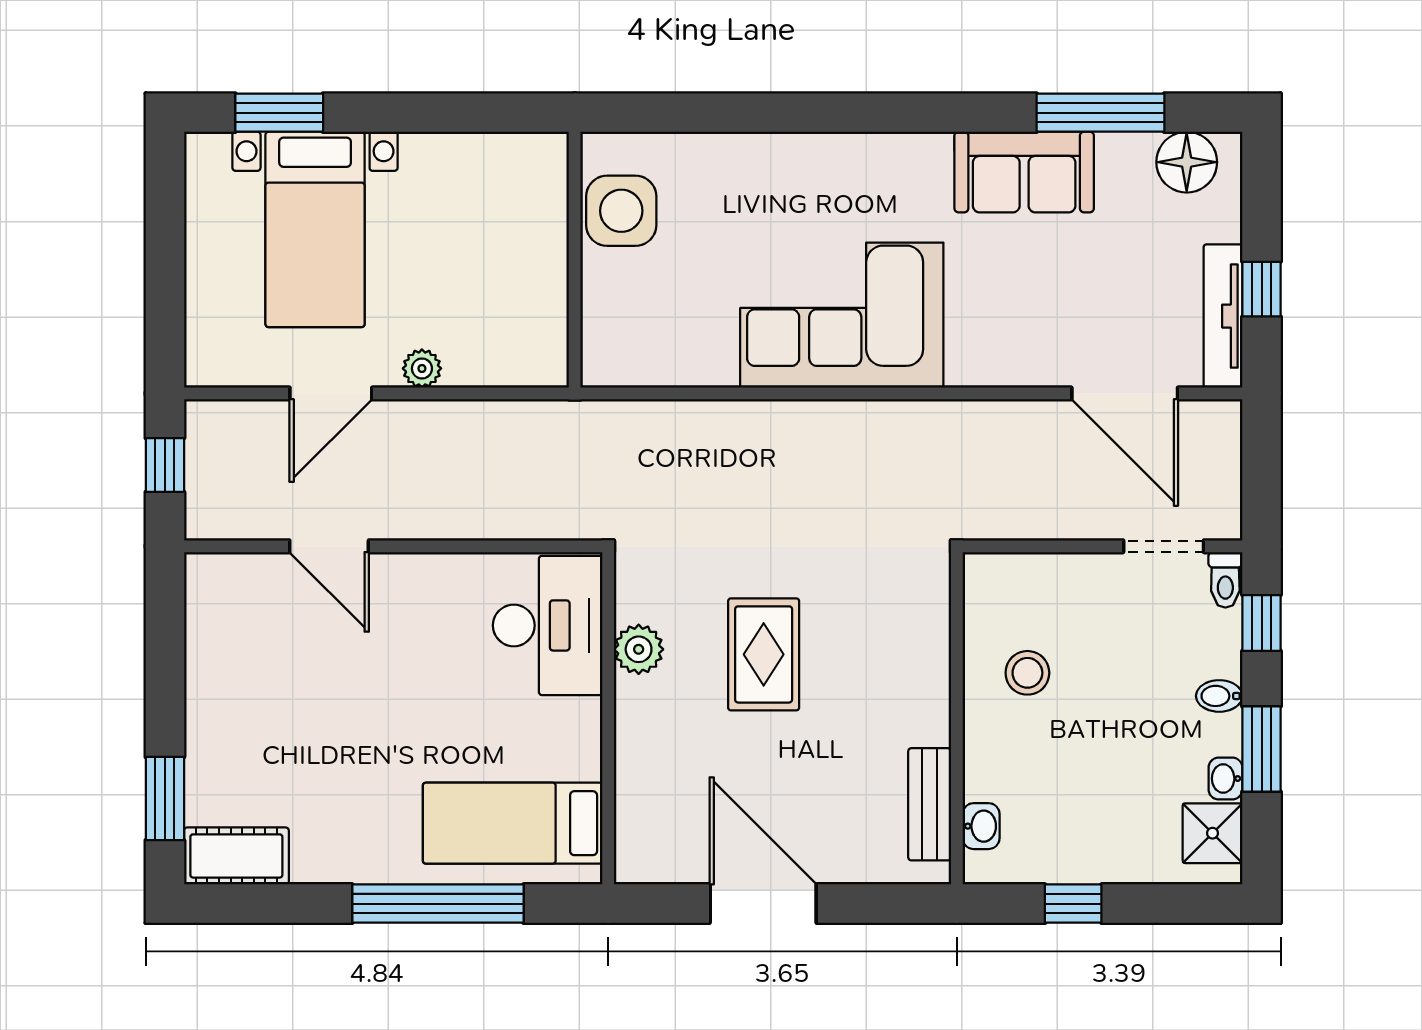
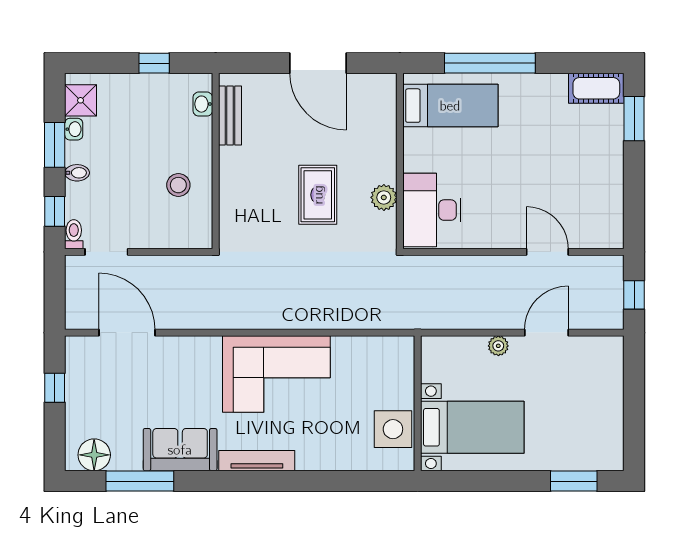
bed with nightstands: (315, 229) -> (472, 427), moved, turned 90
tv unit: (1223, 316) -> (257, 461), moved, turned -90

